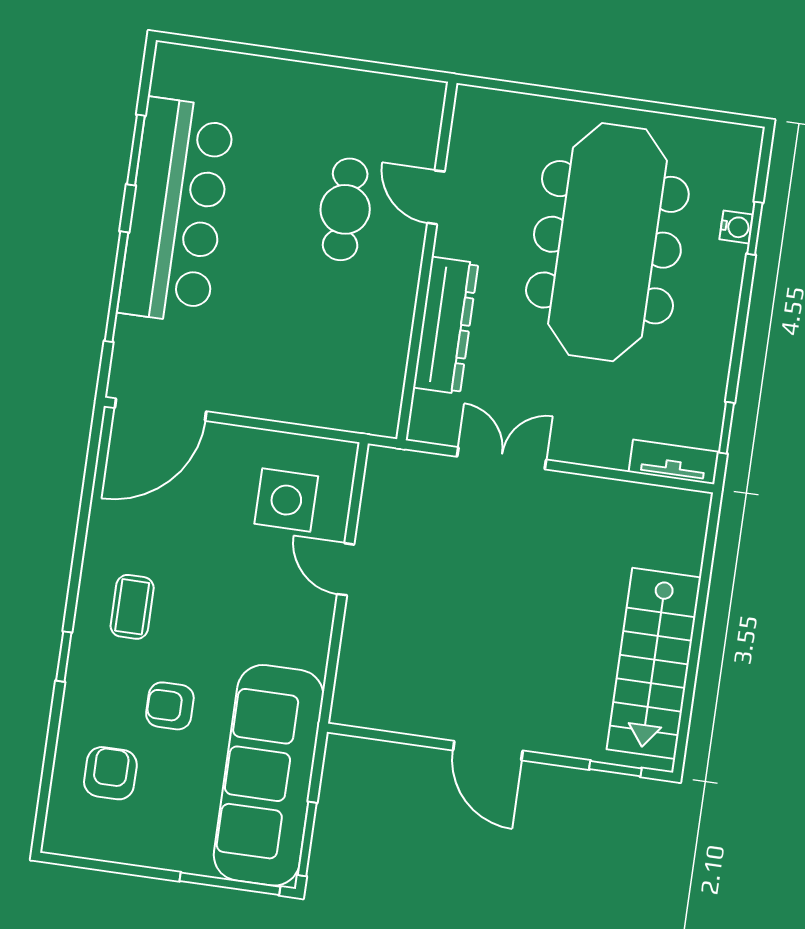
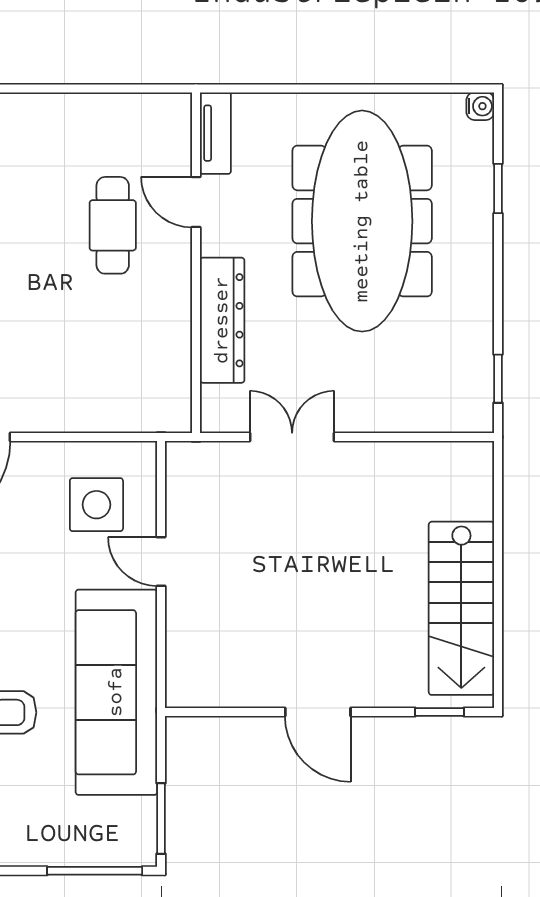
water cooler: (736, 227) -> (480, 106), moved
tv unit: (674, 462) -> (215, 133), moved, turned 90
sofa: (269, 775) -> (116, 692), moved

